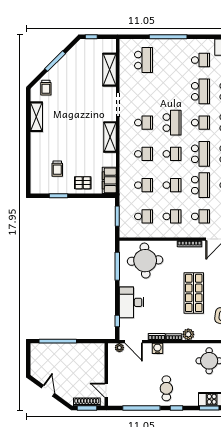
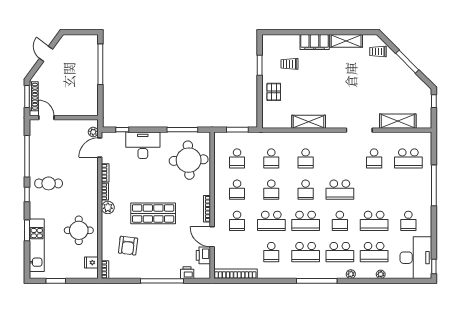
school desk: (144, 123) -> (374, 158), moved
shelving: (110, 137) -> (309, 122), moved
filing cabinet: (109, 180) -> (315, 42), moved, turned 180
water cooler: (157, 348) -> (92, 174), removed
door: (106, 390) -> (46, 118), hinge flipped
door: (48, 391) -> (46, 54), swing flipped

